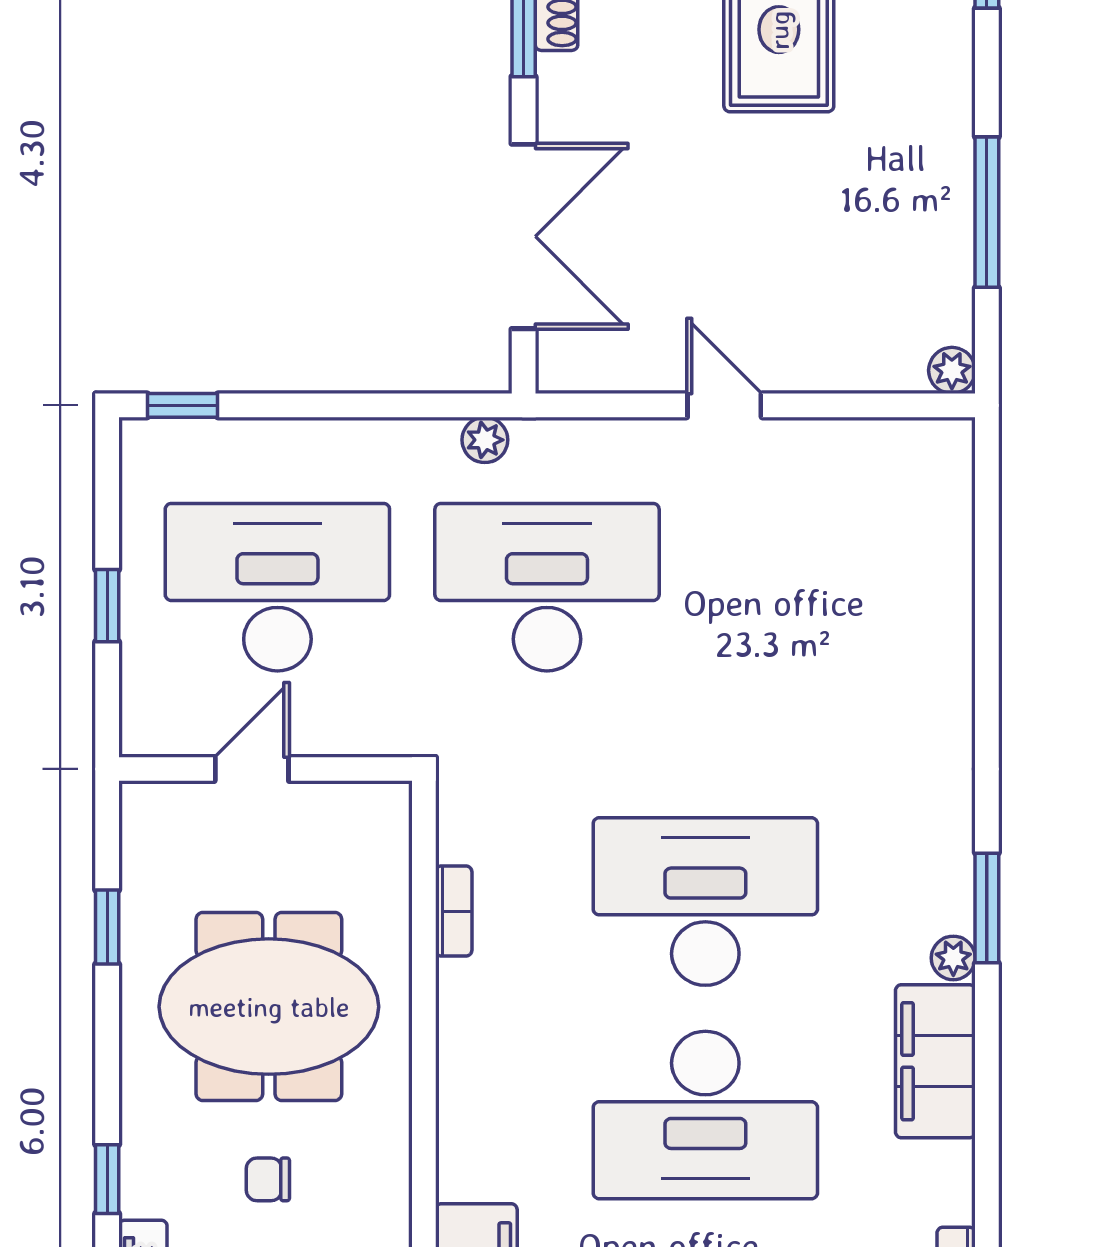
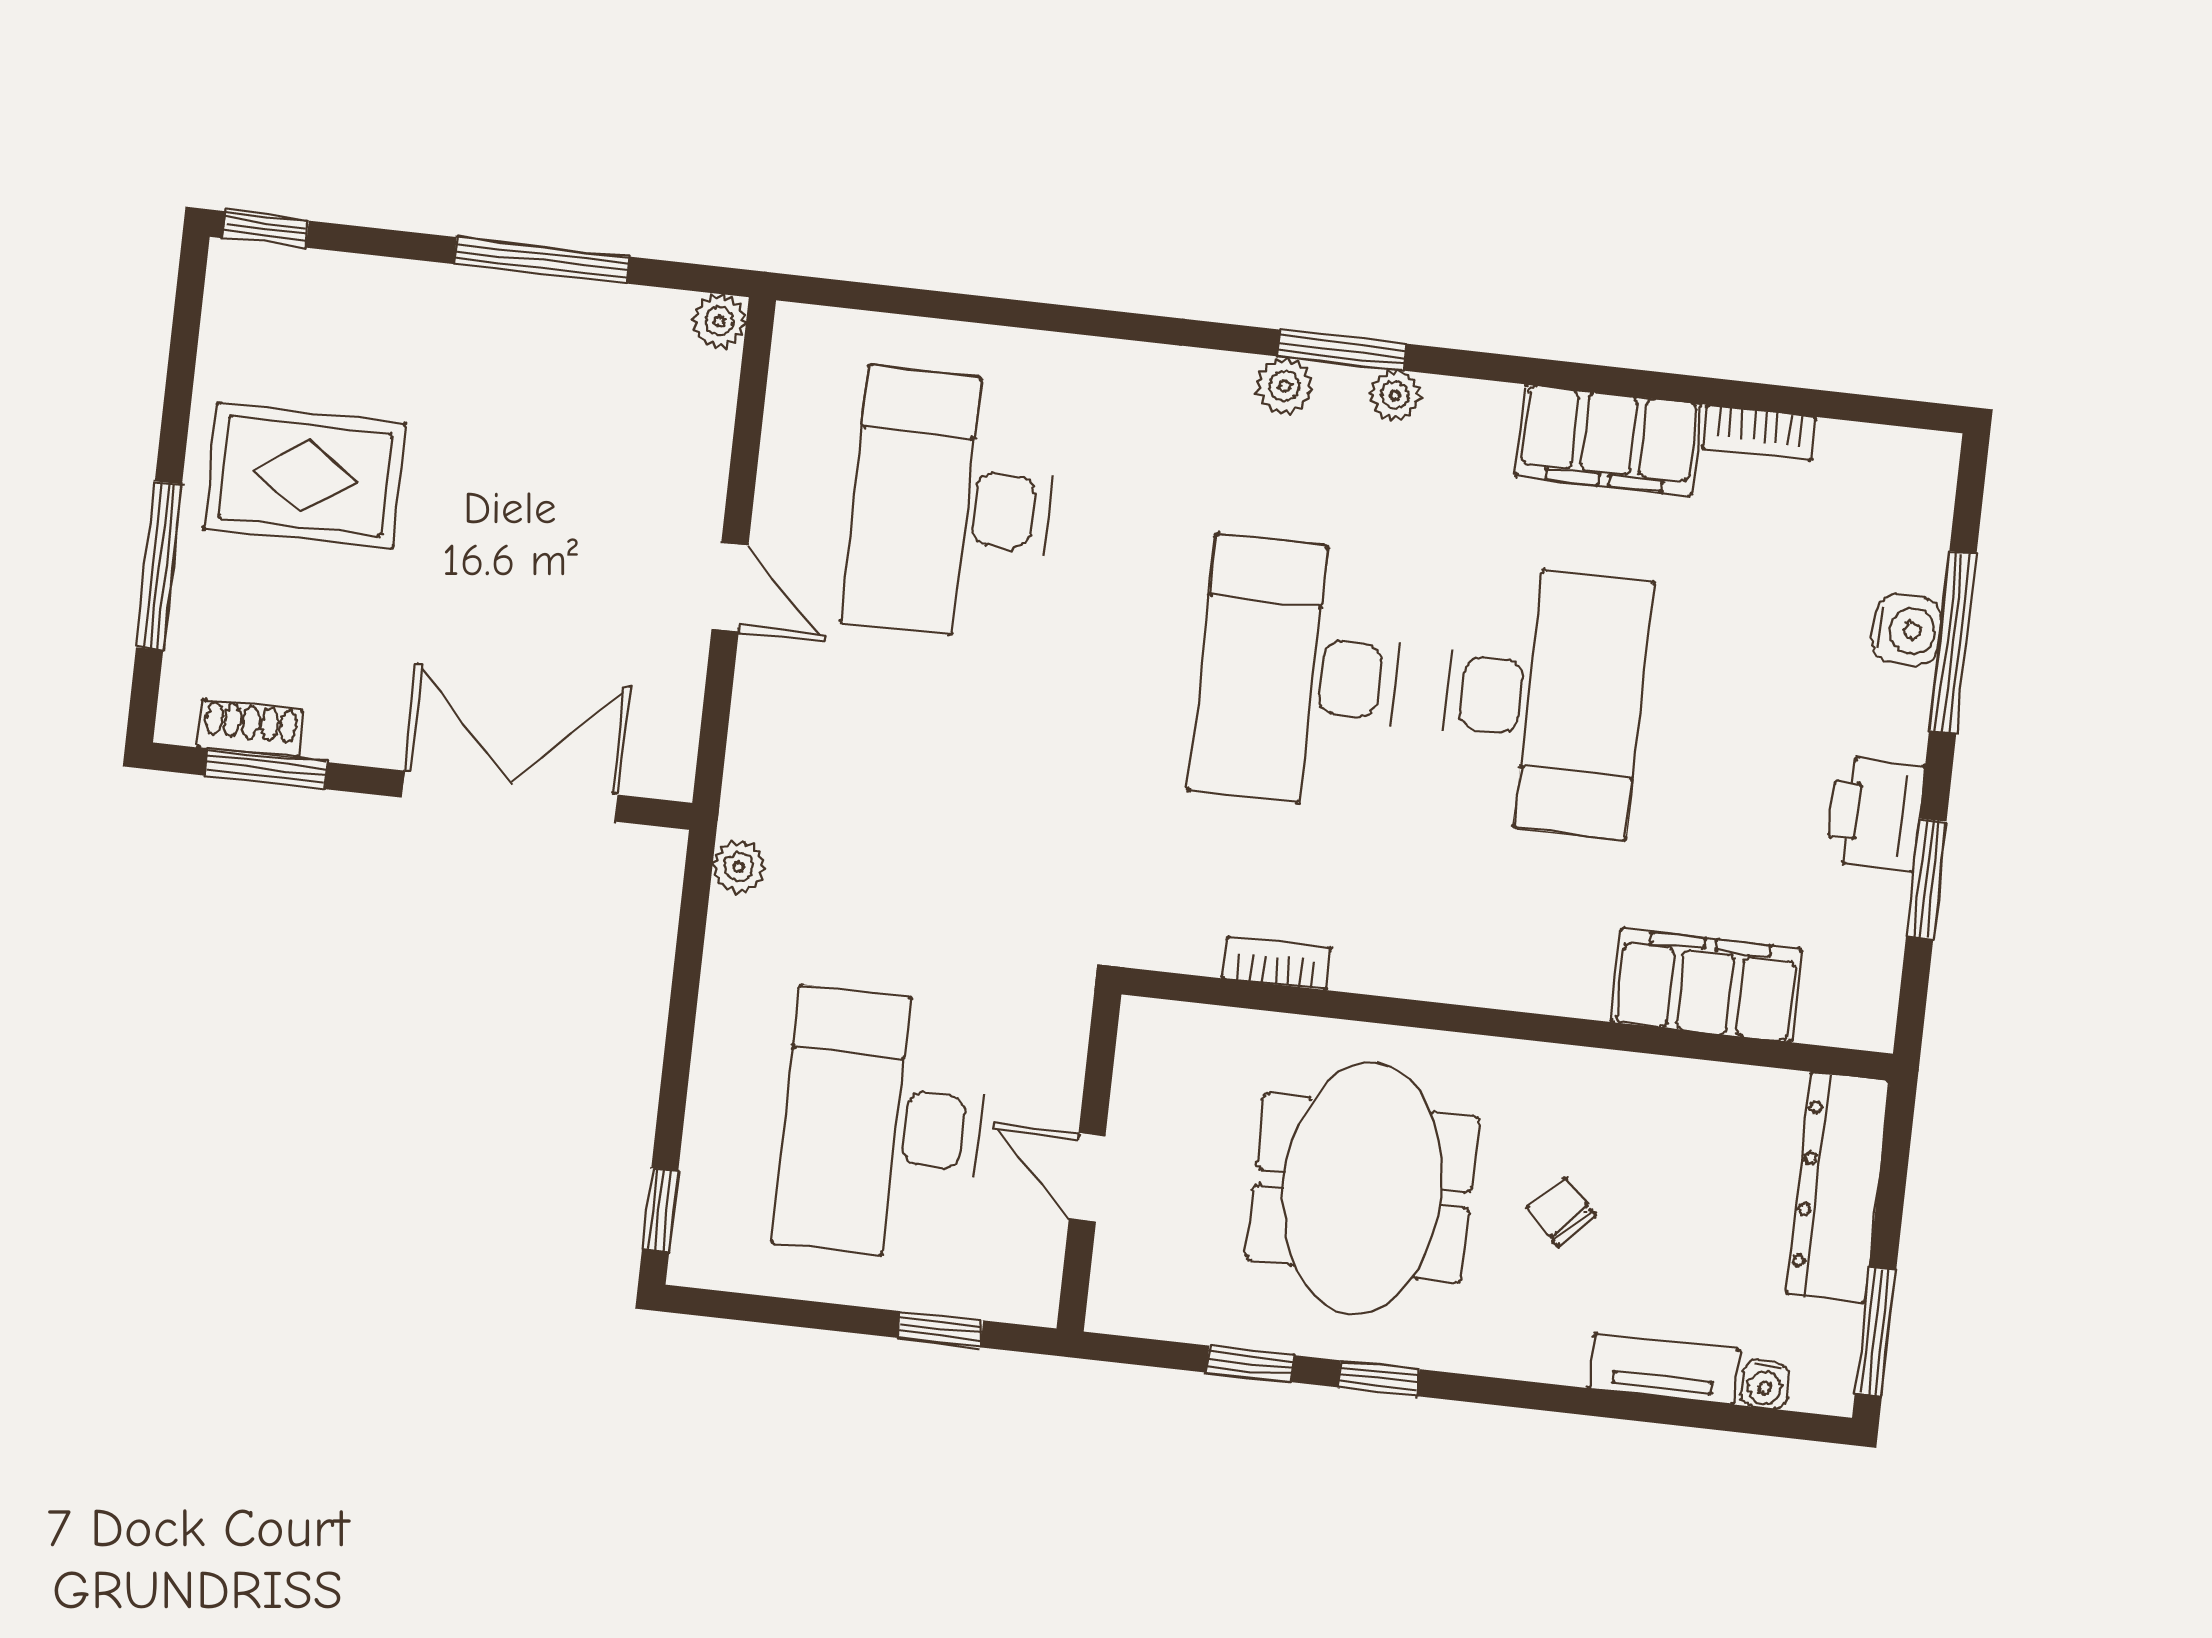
door: (724, 405) -> (730, 587), swing flipped
desk: (547, 587) -> (951, 505), moved
window: (107, 606) -> (940, 1329), moved
plant: (950, 862) -> (1284, 386), added
filing cabinet: (935, 1061) -> (1608, 440), moved
window: (107, 1179) -> (1379, 1378), moved
chair: (268, 1179) -> (1561, 1212), turned 135

